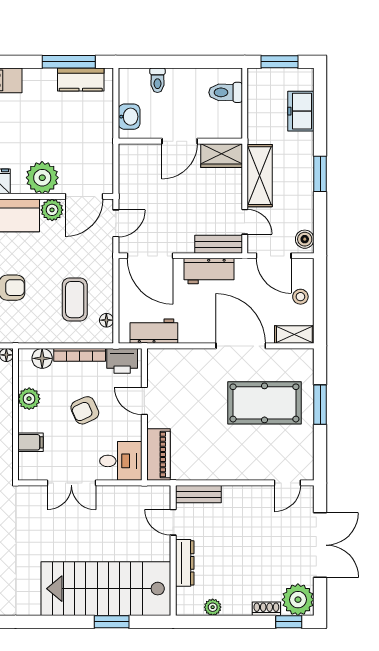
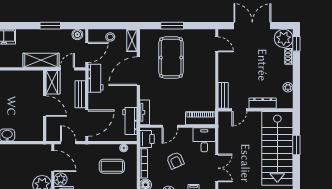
door: (180, 141) -> (45, 106), moved
wall: (180, 141) -> (45, 106), moved
wardrobe: (222, 156) -> (53, 82), moved
window: (320, 174) -> (50, 26), moved
bench: (219, 244) -> (80, 94), moved
workbench: (209, 271) -> (96, 78), moved
tv unit: (169, 357) -> (145, 112), added

